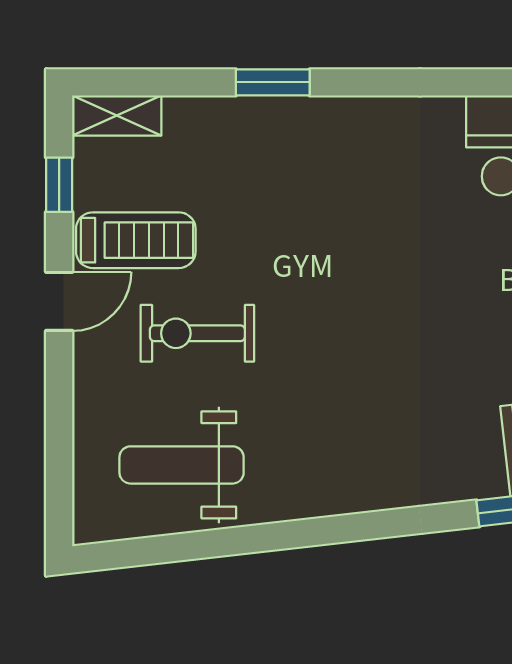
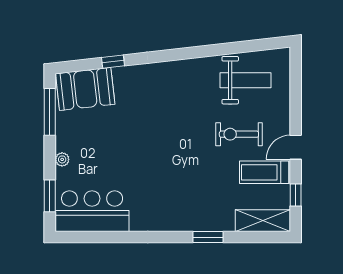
shelving: (117, 115) -> (263, 221), width x1.50, depth x1.33
exercise bike: (197, 333) -> (239, 134), turned 180

